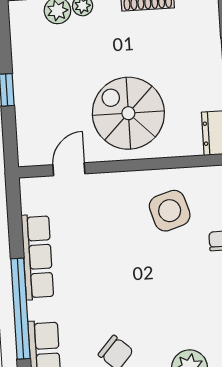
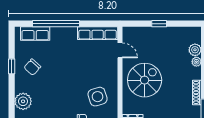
row of seats: (37, 257) -> (98, 33), moved

